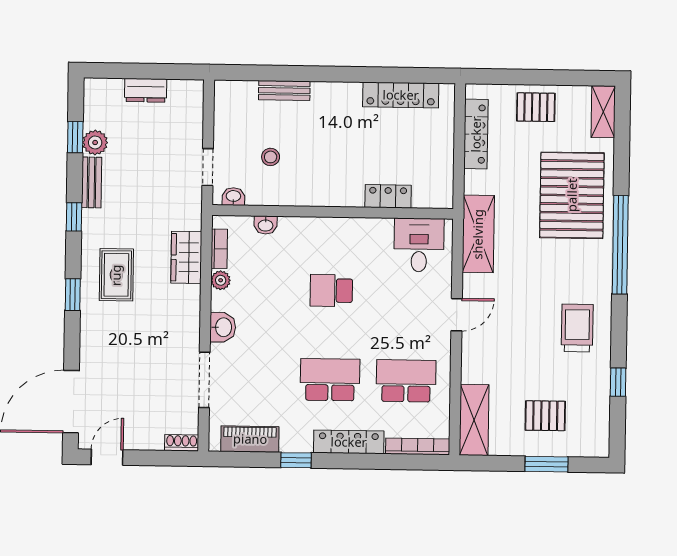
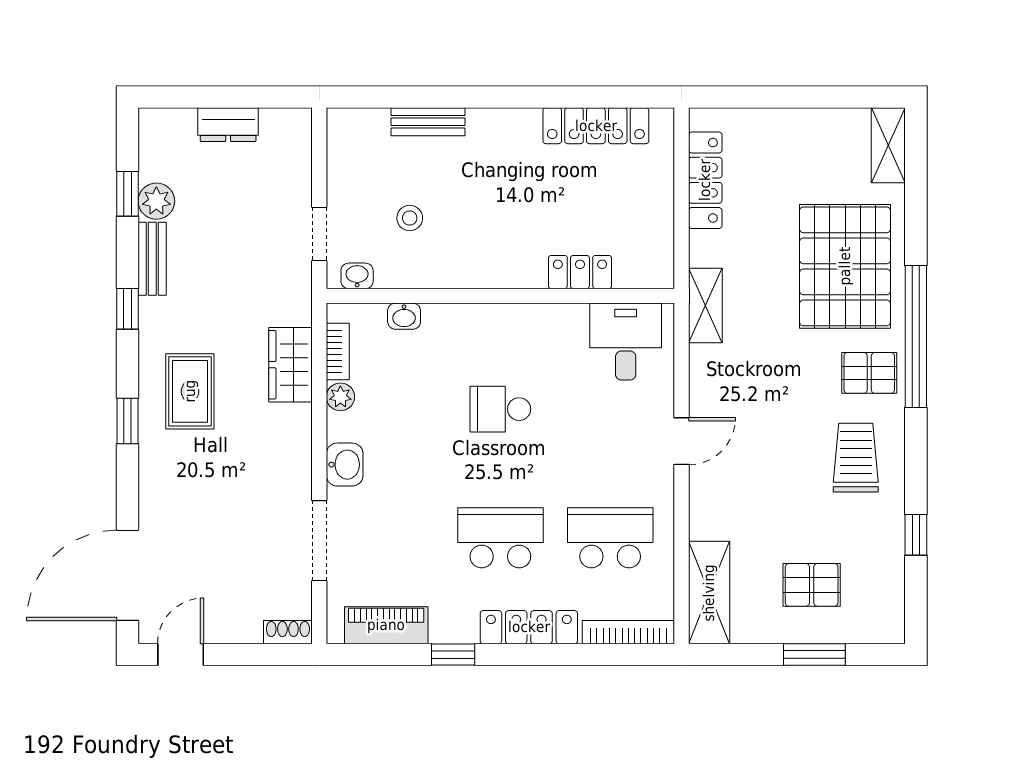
pallet: (536, 107) -> (869, 373), moved
shelving: (478, 234) -> (705, 306), width x0.67, depth x0.75

